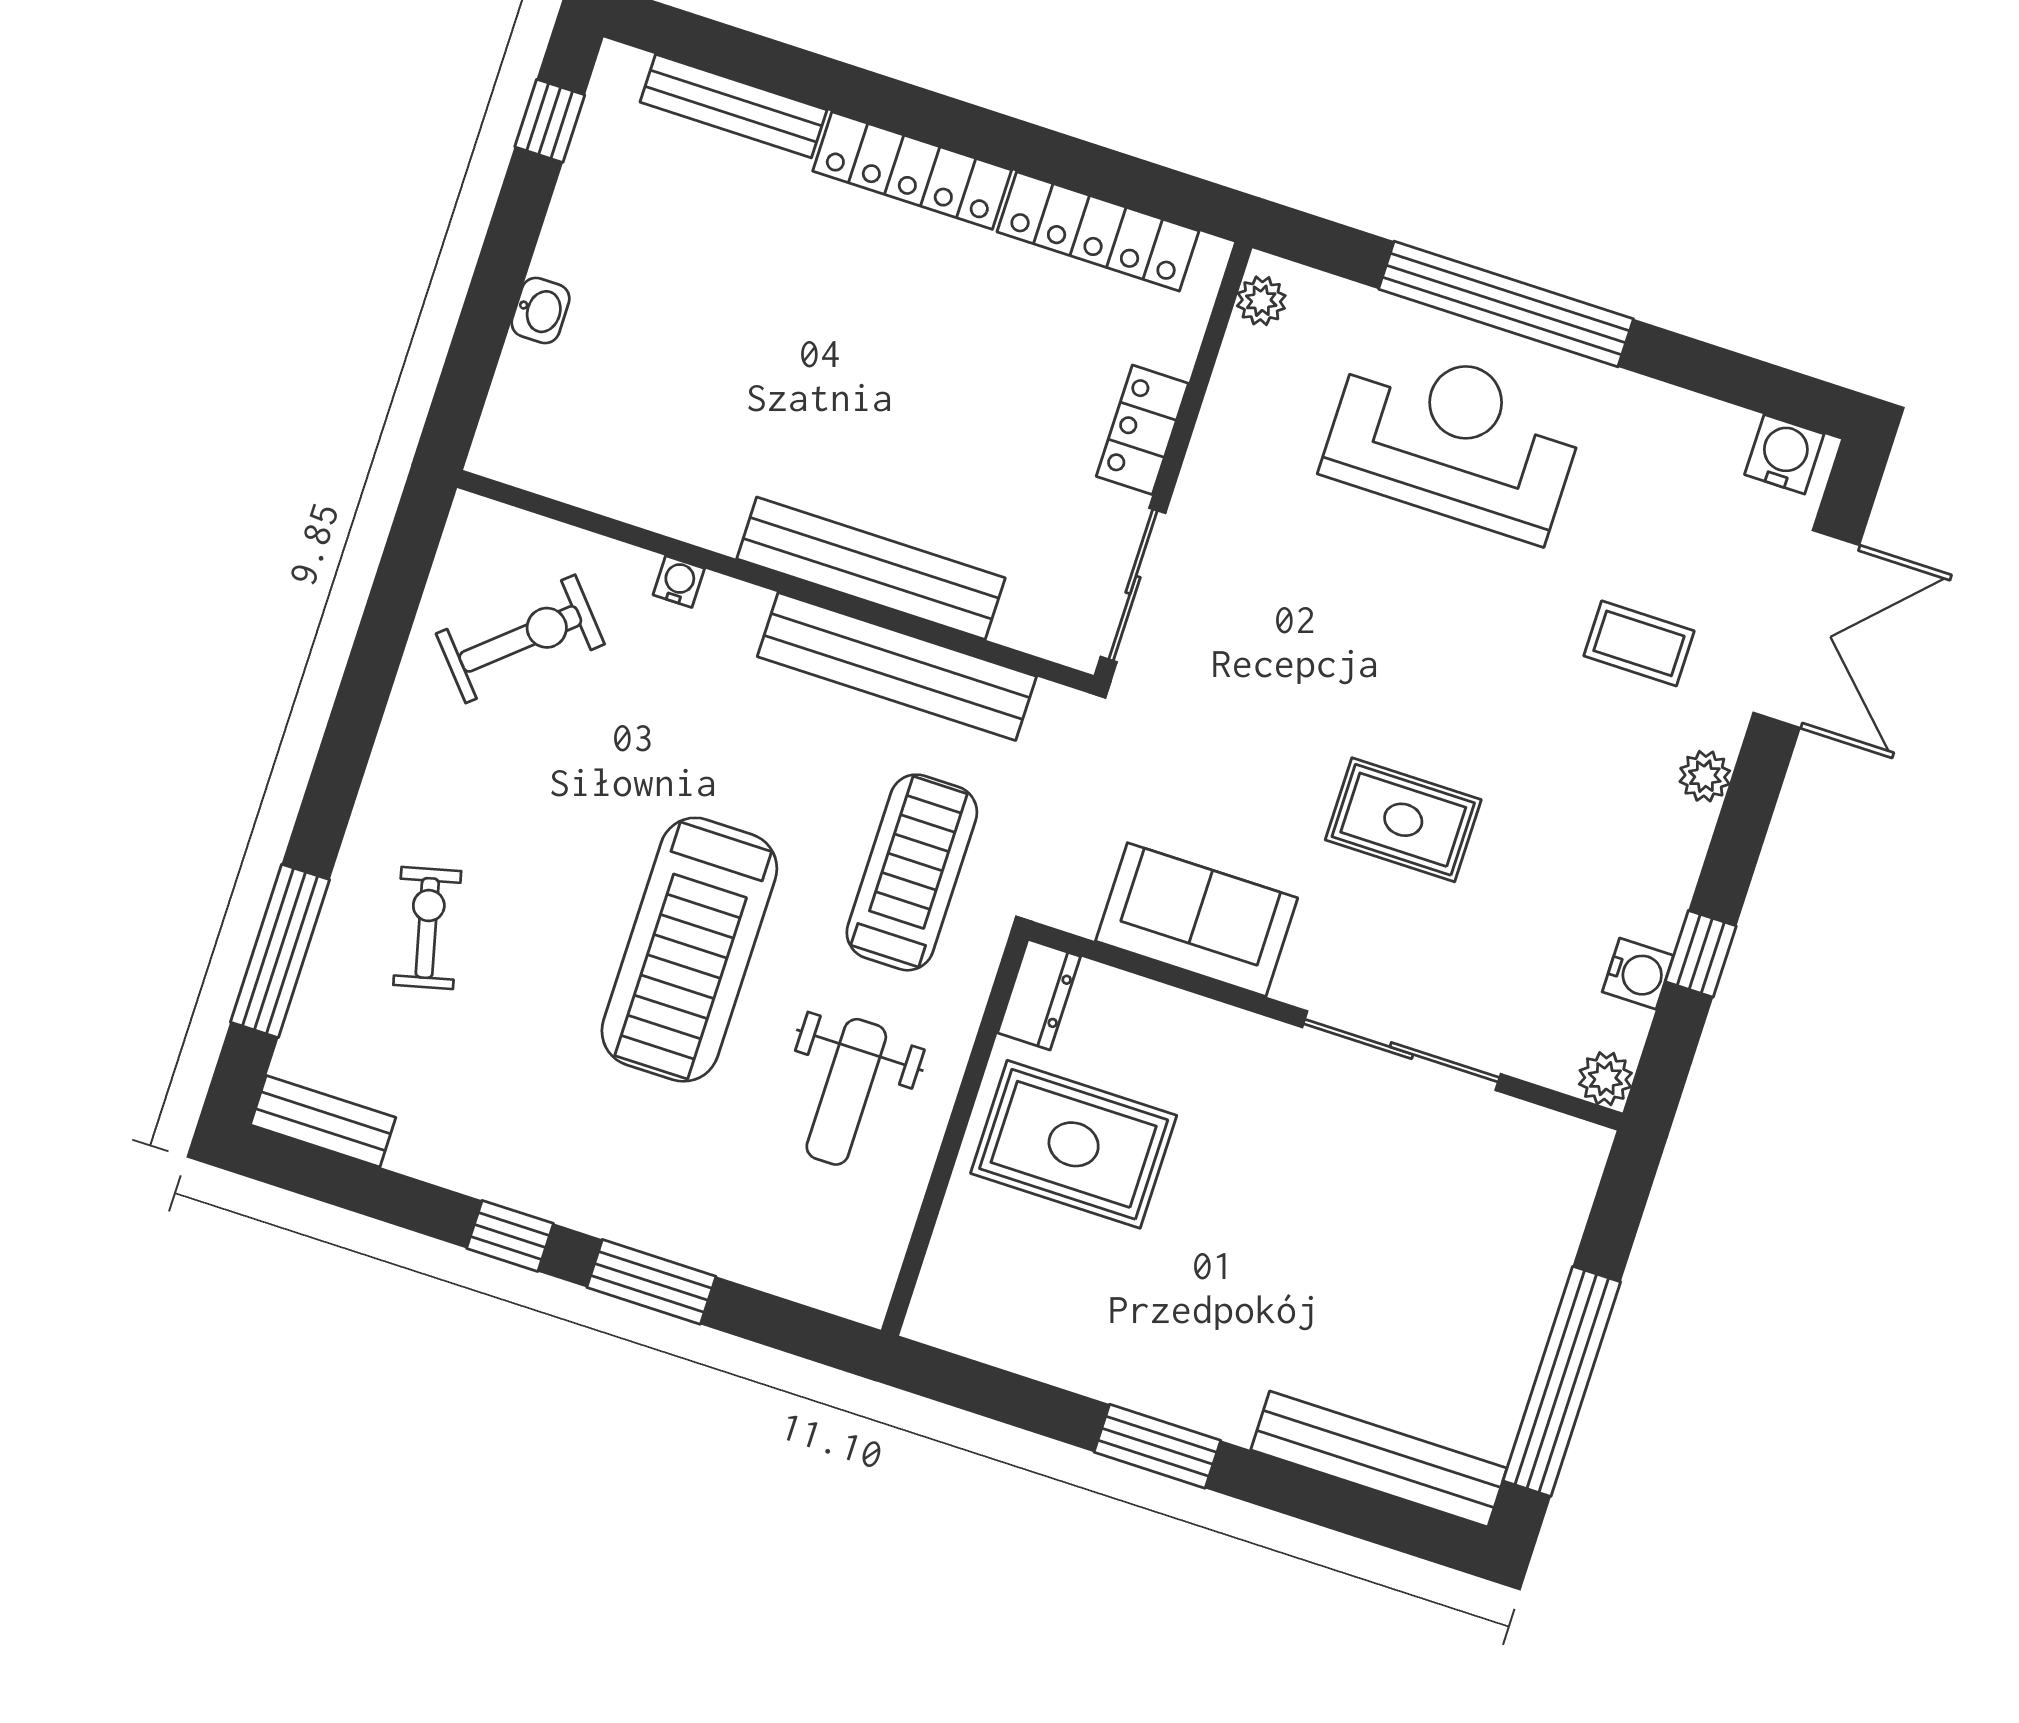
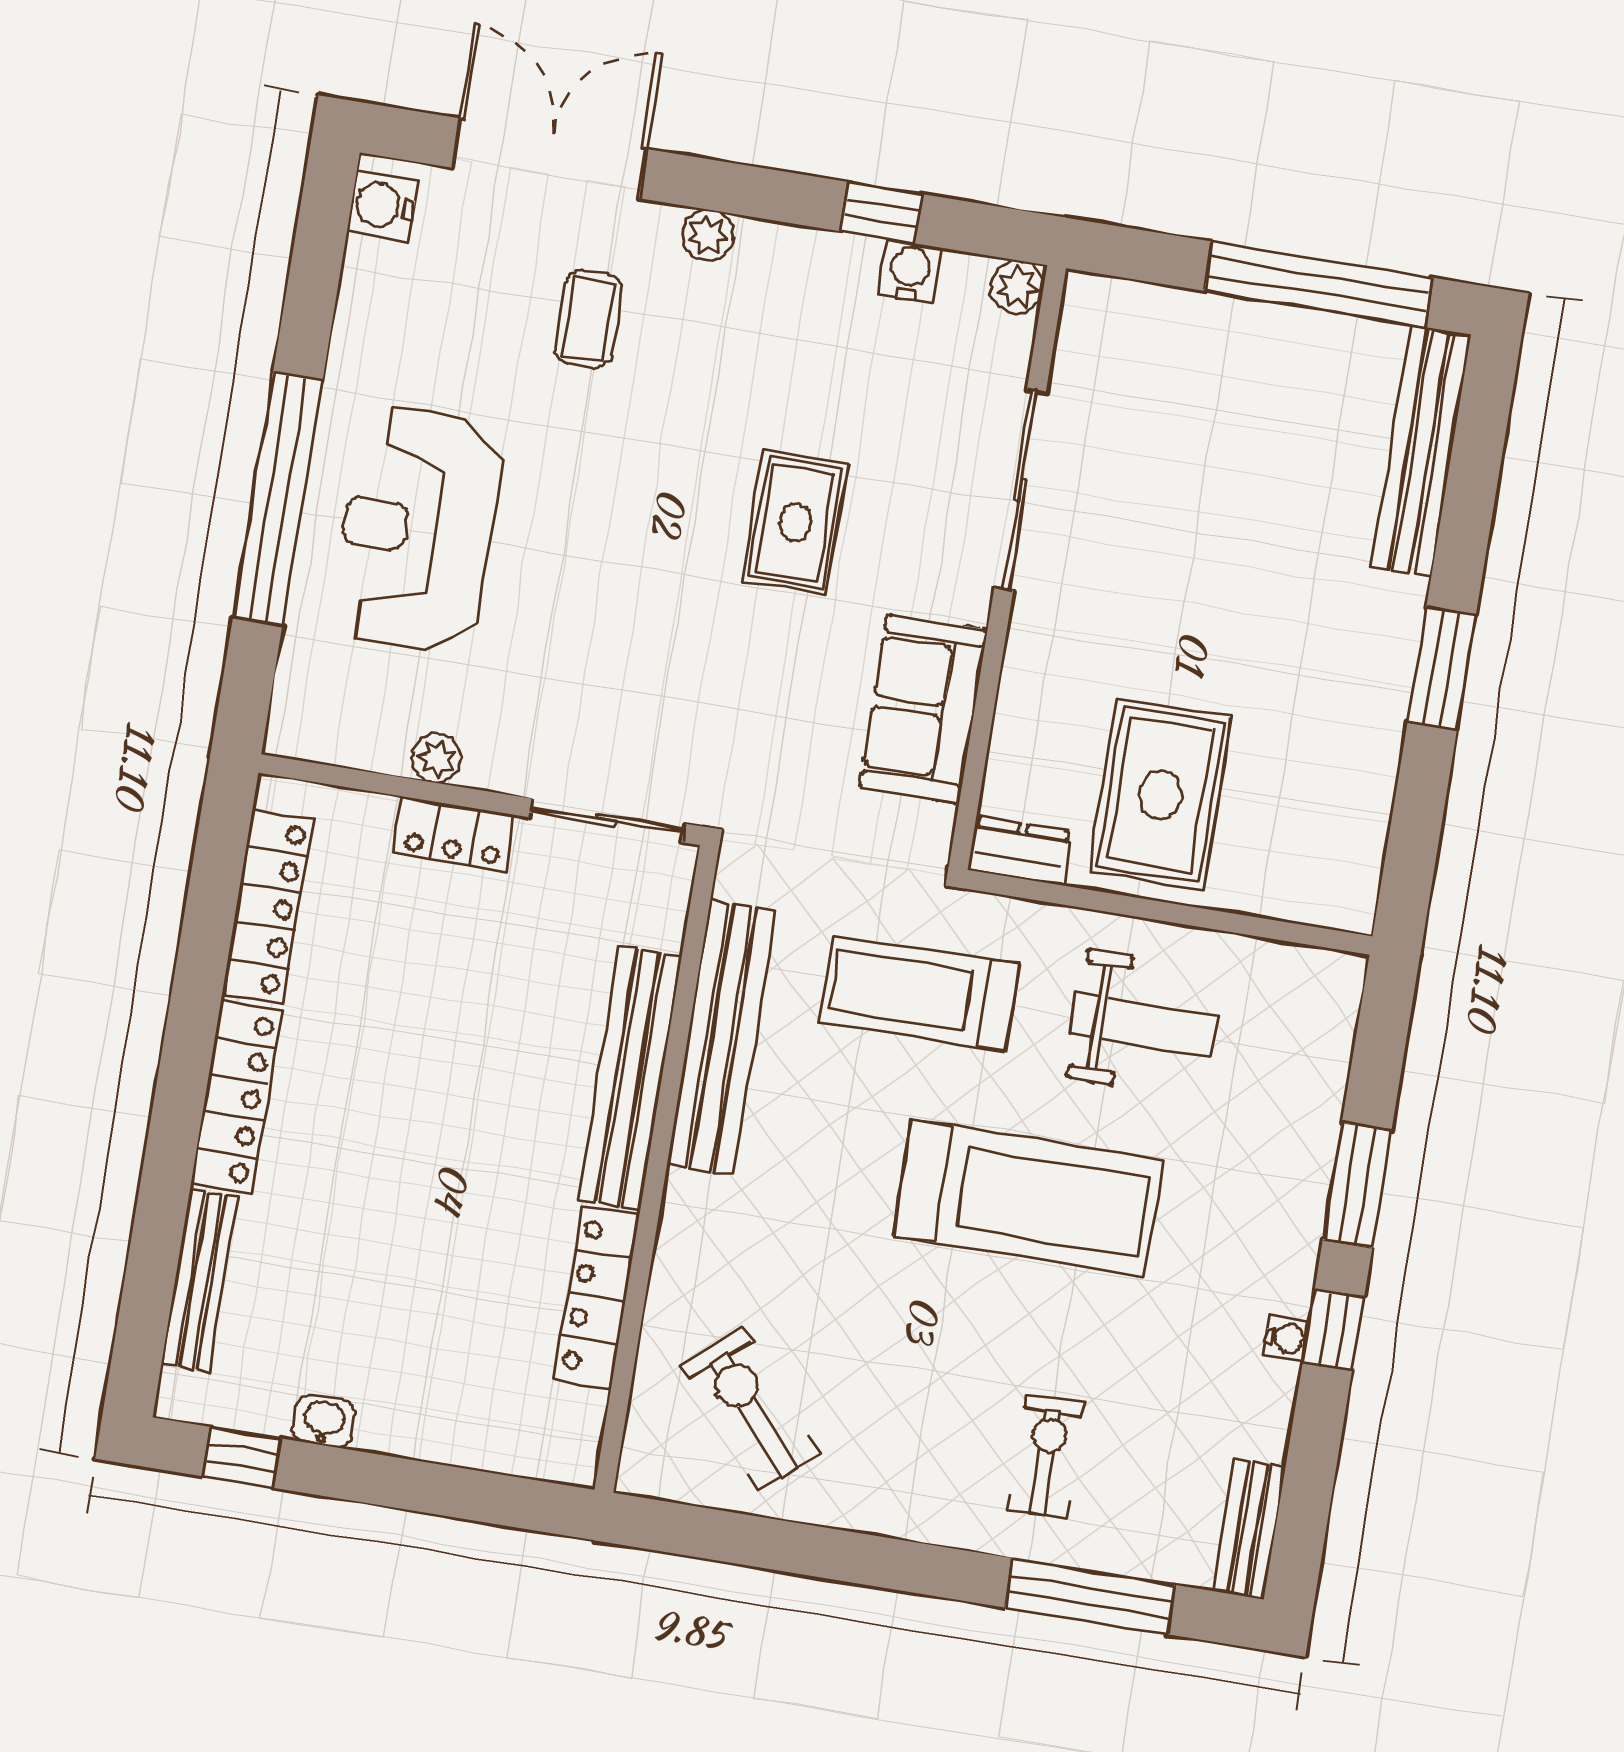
plant: (1261, 301) -> (437, 758), moved
washbasin: (540, 311) -> (324, 1421), moved
locker: (656, 502) -> (597, 1297), added
water cooler: (679, 582) -> (1286, 1338), moved, turned 180
exercise bike: (427, 928) -> (1046, 1456), turned 104

